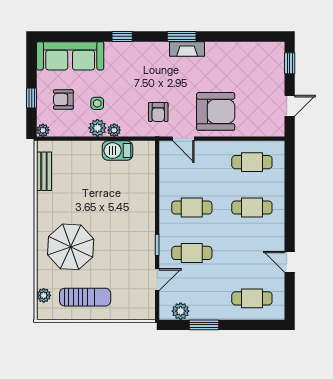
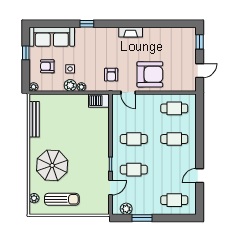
window: (182, 36) -> (127, 24), removed
window: (32, 98) -> (26, 53), moved
barbecue: (117, 151) -> (99, 101), moved
bench: (44, 171) -> (34, 119), width x1.36
door: (290, 262) -> (200, 176), hinge flipped

